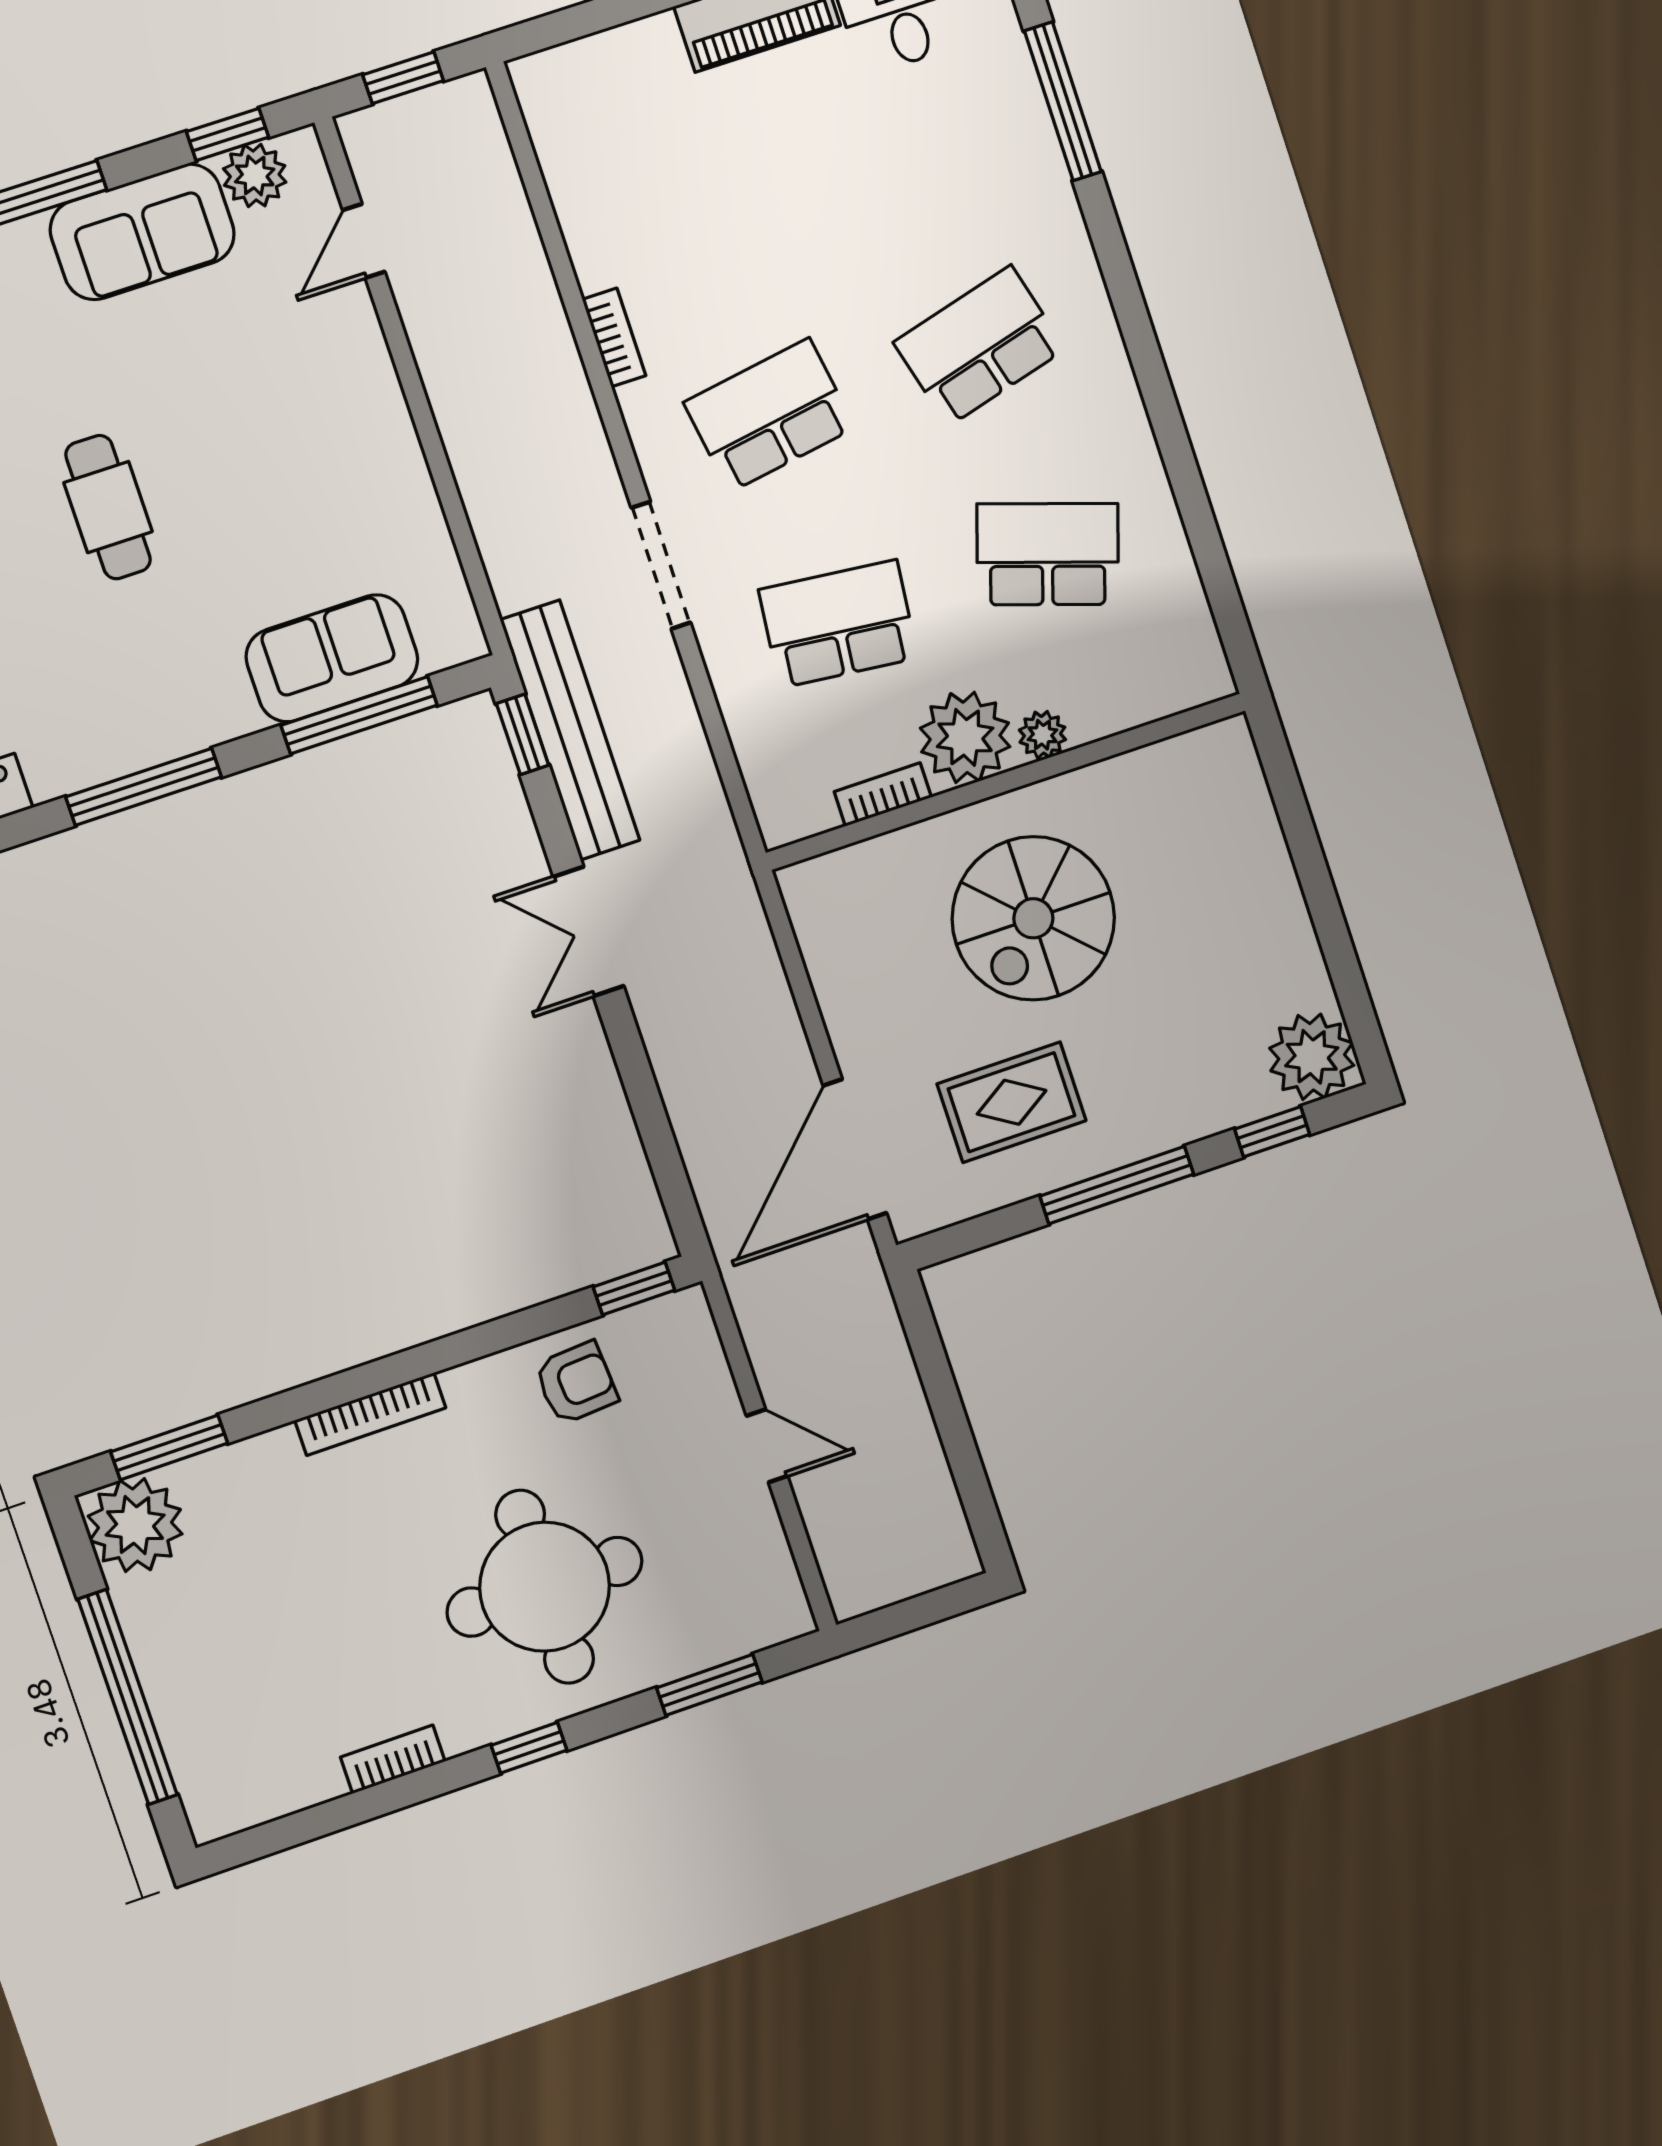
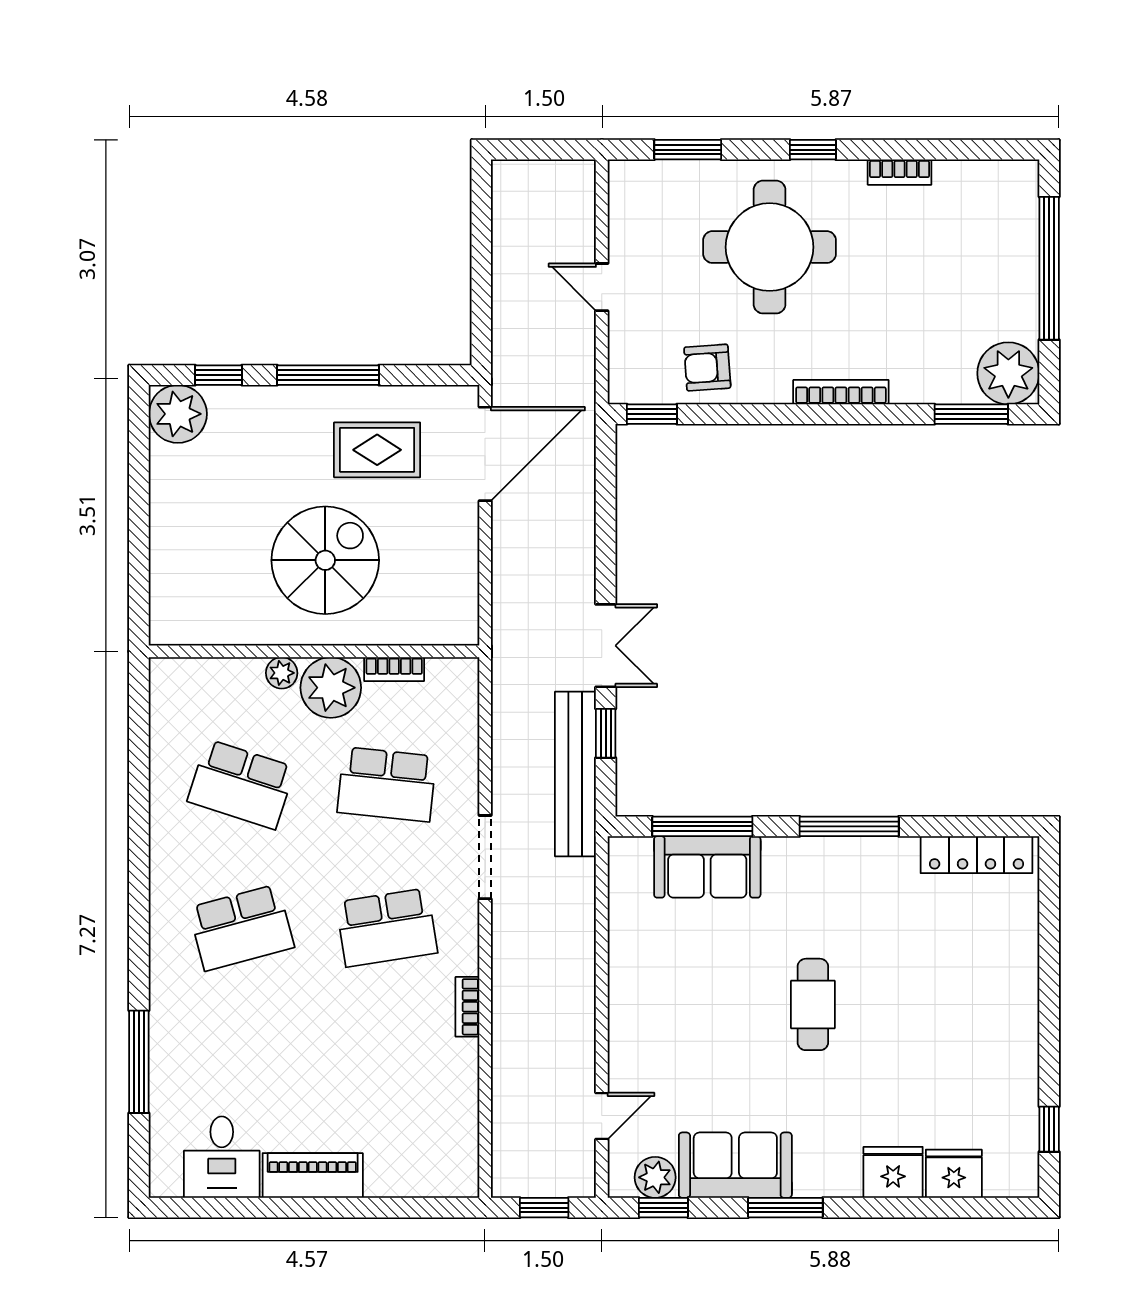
window: (523, 734) -> (606, 733), moved

